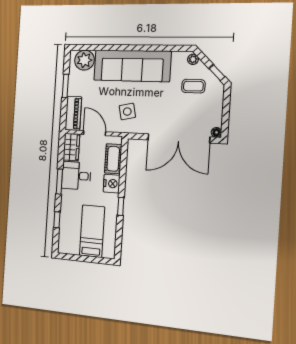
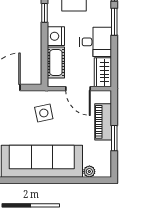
plant: (84, 60) -> (89, 172), width x0.53, depth x0.53
piano: (73, 113) -> (103, 122), moved
window: (59, 182) -> (114, 22), moved

